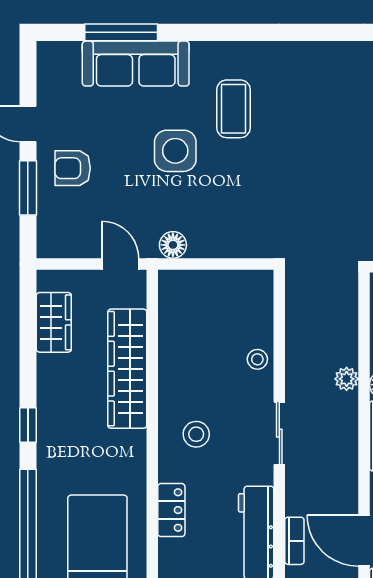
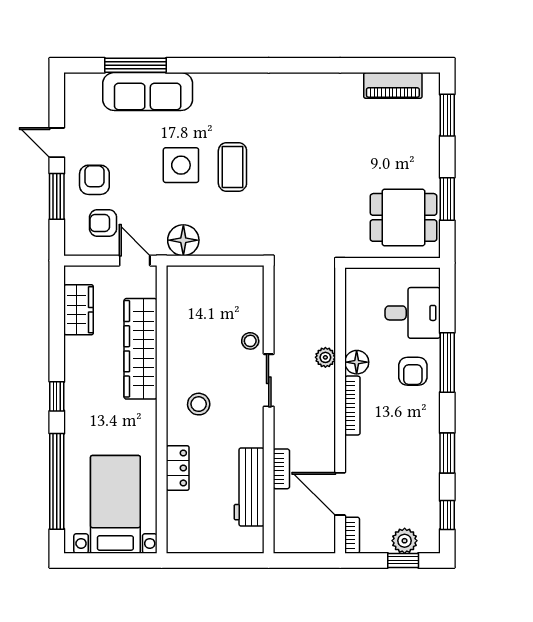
coffee table: (234, 109) -> (232, 167), moved
armchair: (73, 168) -> (94, 180), turned 90
armchair: (83, 219) -> (103, 223), added
floor lamp: (173, 245) -> (183, 240), width x1.38, depth x1.38
sliding door: (279, 433) -> (269, 380), moved
bookcase: (294, 541) -> (281, 469), moved

